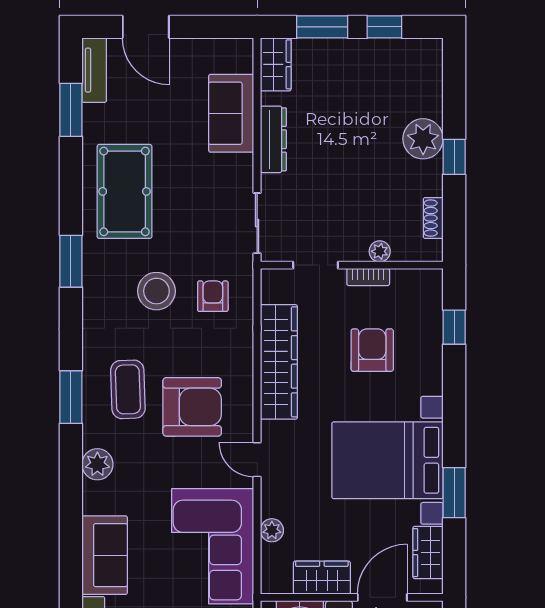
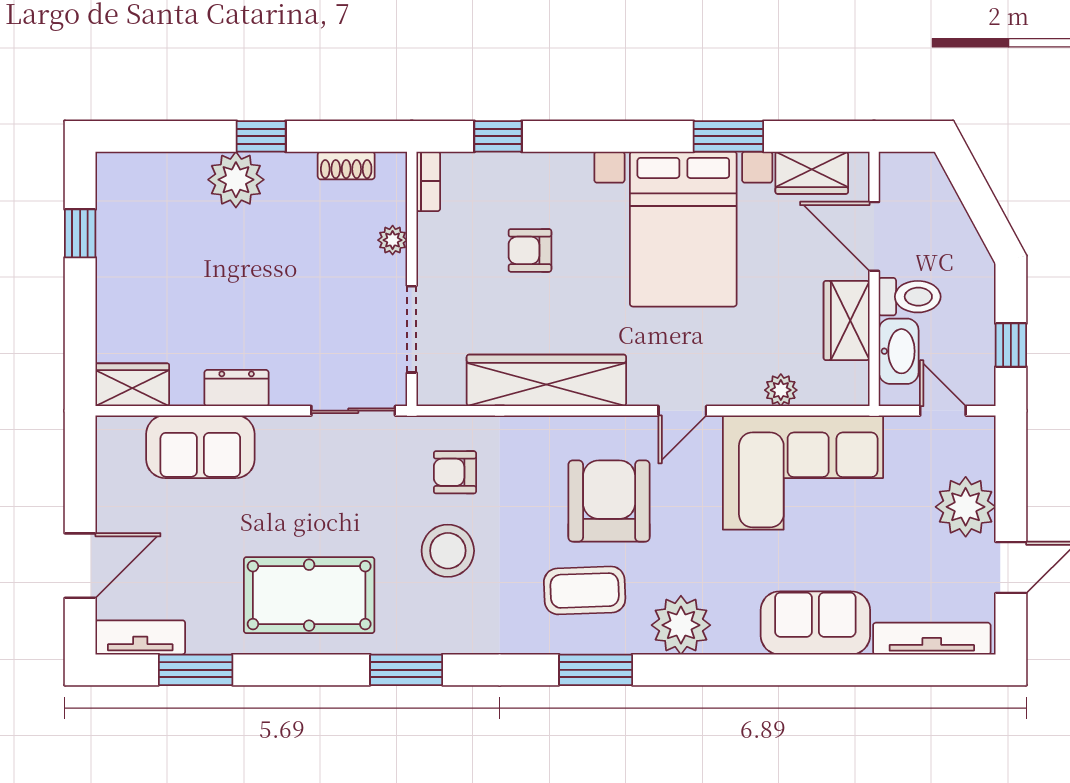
window: (322, 27) -> (80, 320), removed
dresser: (273, 139) -> (237, 388), width x0.70
doorway: (316, 265) -> (412, 329), width x1.38
bookcase: (368, 277) -> (428, 181), moved
armchair: (372, 350) -> (530, 250), width x0.72, depth x0.72
plant: (97, 464) -> (681, 625), width x1.36, depth x1.36

